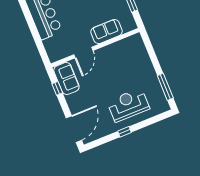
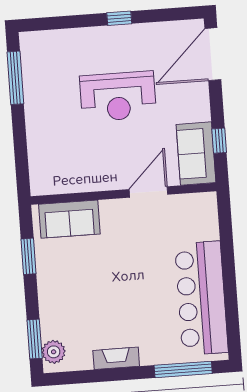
sofa: (107, 32) -> (69, 219), moved
reception desk: (128, 105) -> (118, 96), moved

